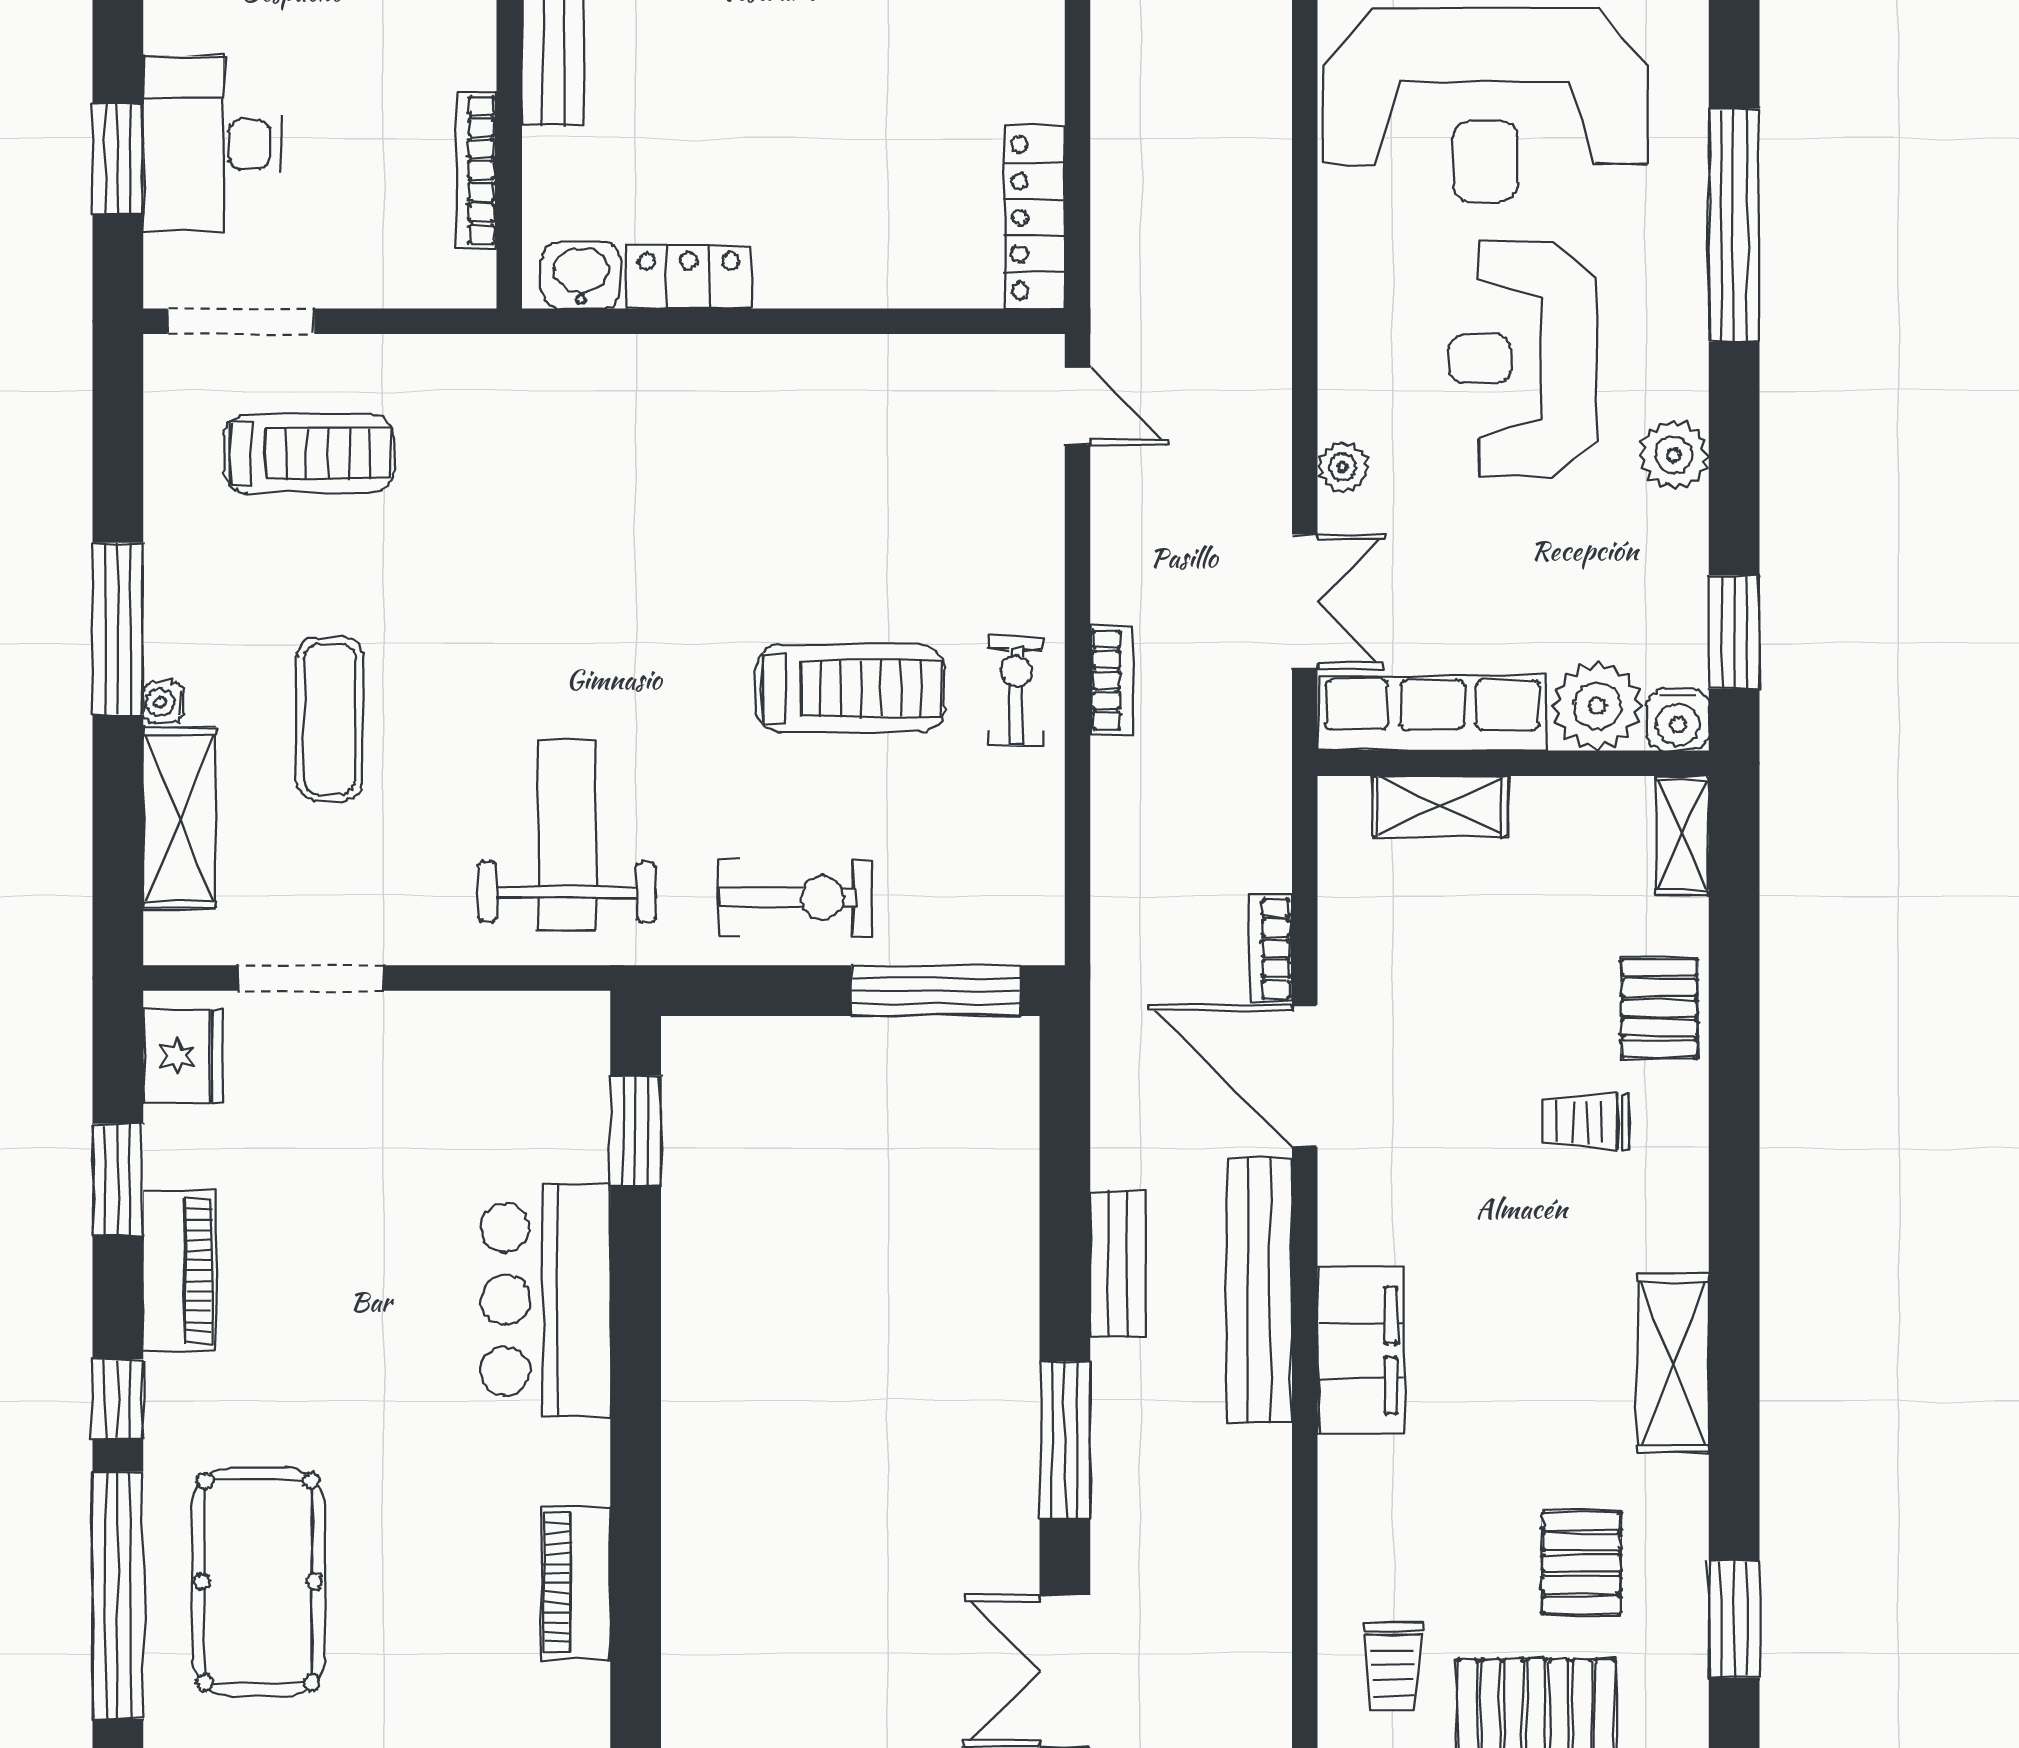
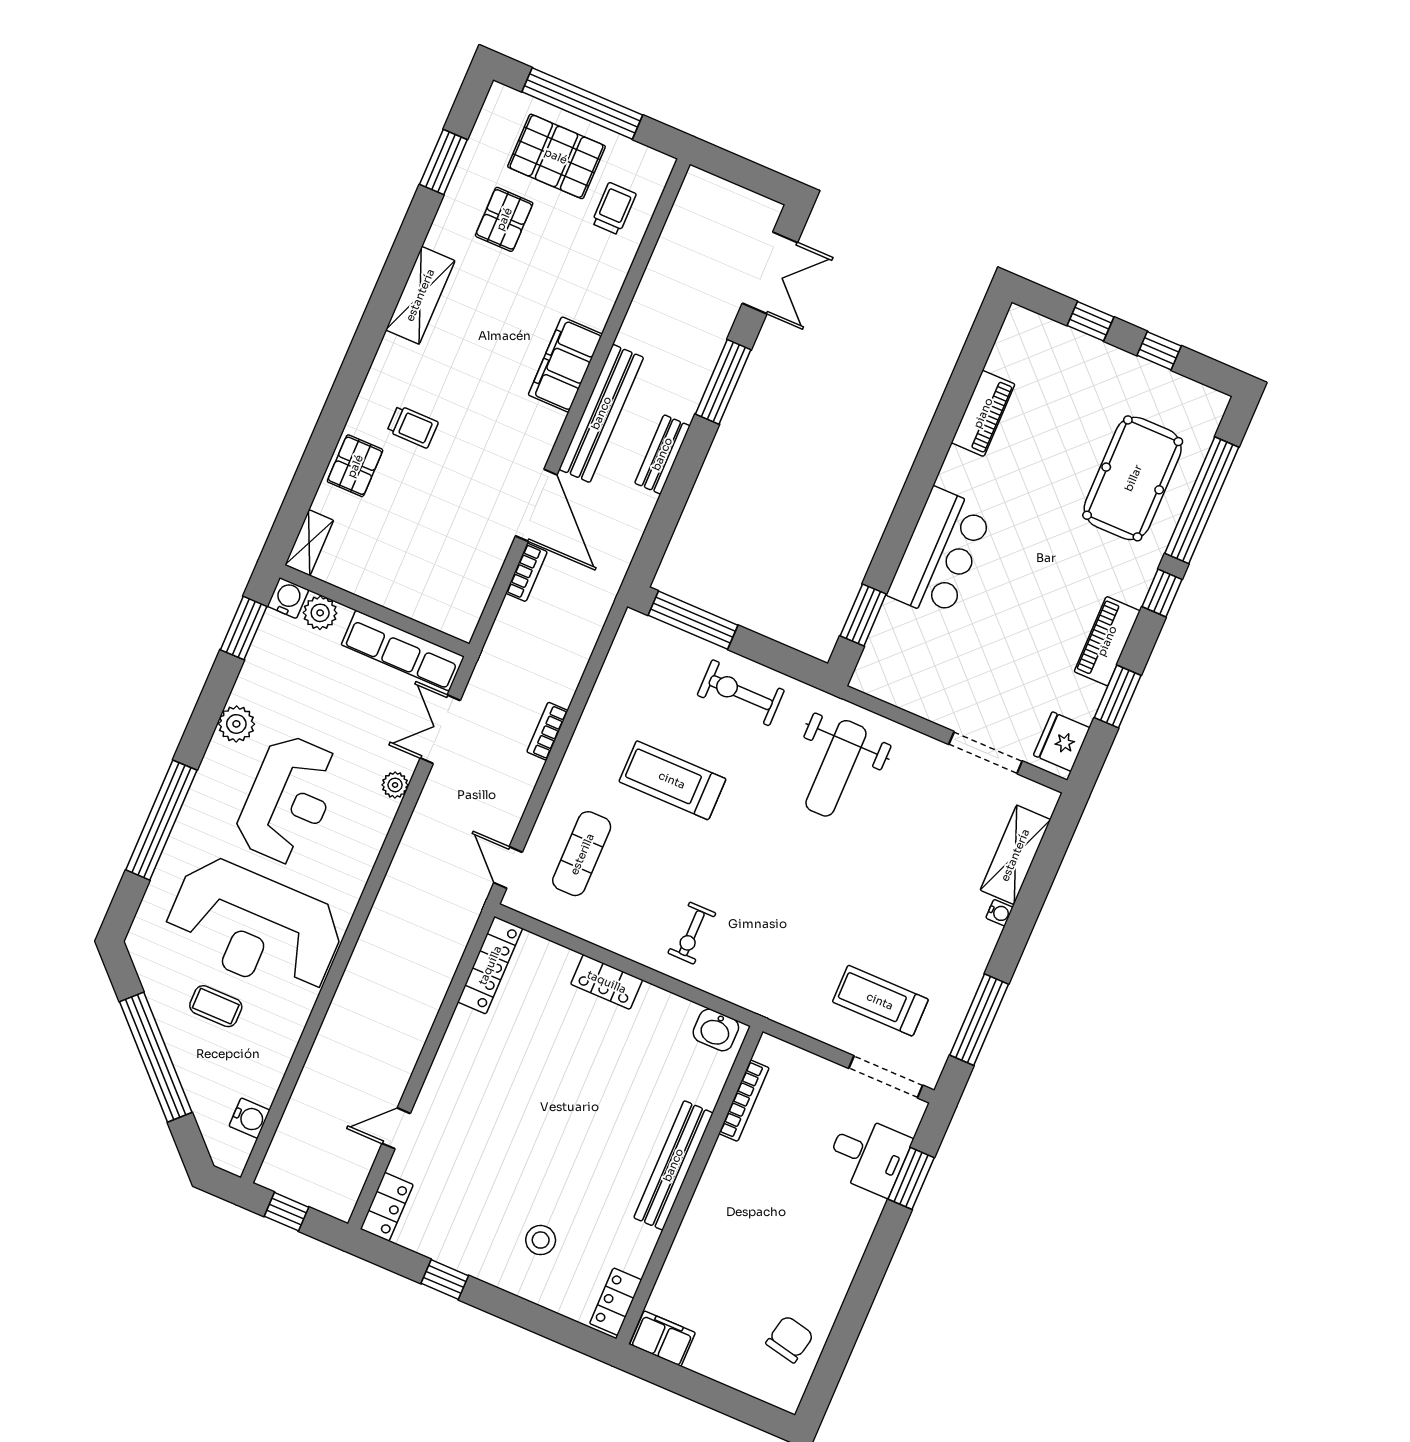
reception desk: (1485, 105) -> (254, 927), turned 180
desk: (212, 144) -> (868, 1155), width x0.73
locker: (689, 277) -> (607, 982), moved
window: (118, 629) -> (979, 1020), moved
exercise bike: (1016, 691) -> (692, 933), moved
plant: (1597, 706) -> (320, 613), width x0.73, depth x0.73
exercise mat: (330, 719) -> (582, 854), moved
shelving: (1440, 806) -> (418, 605), removed

